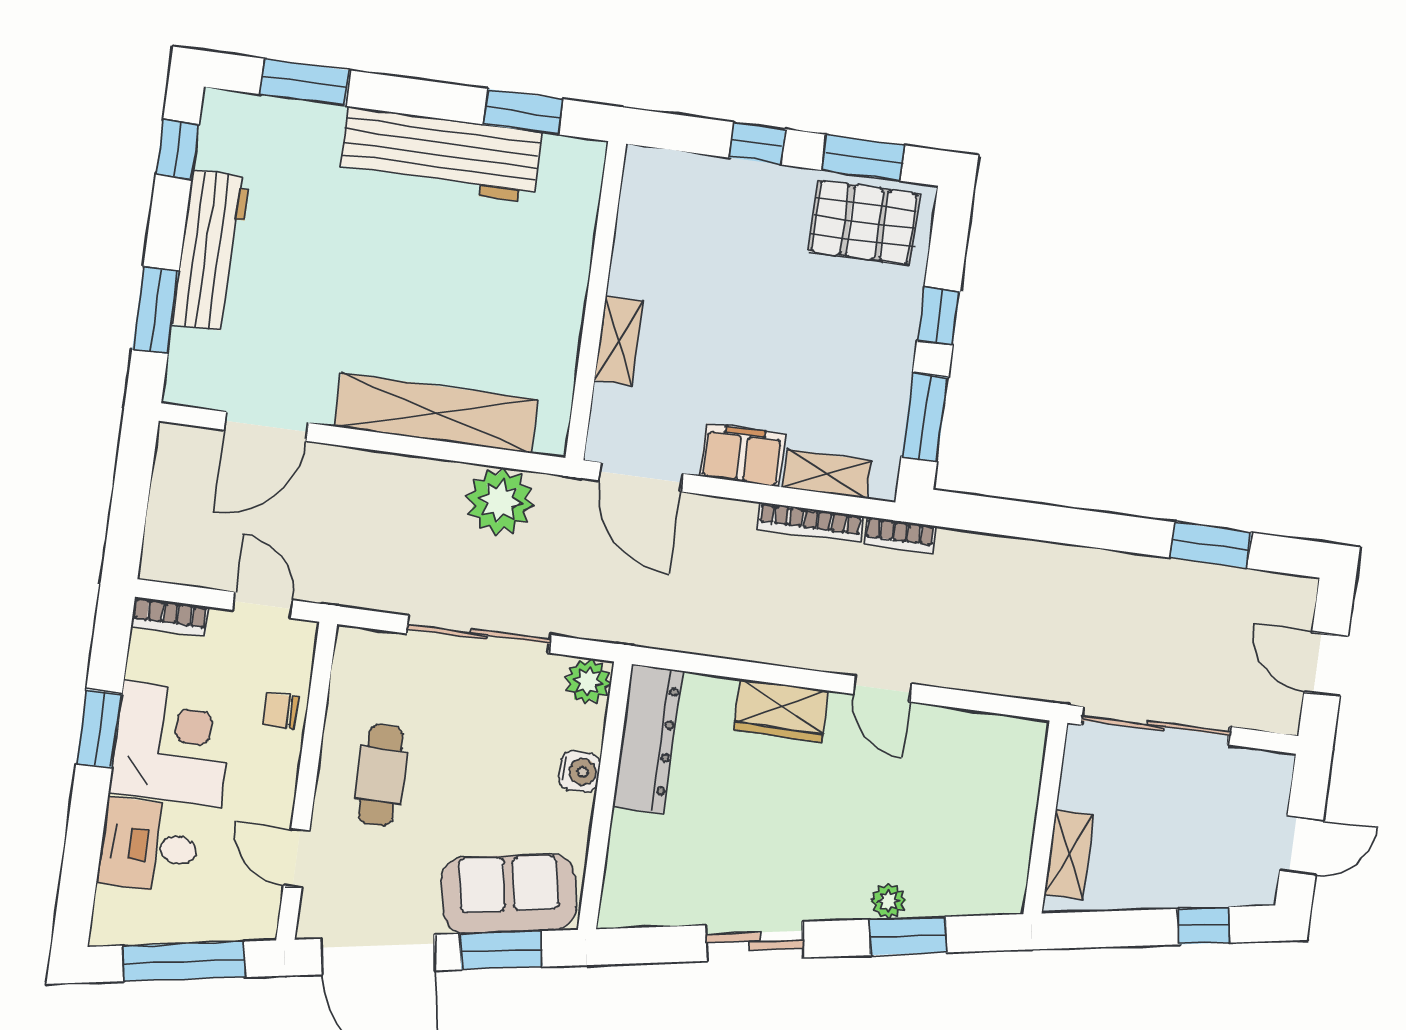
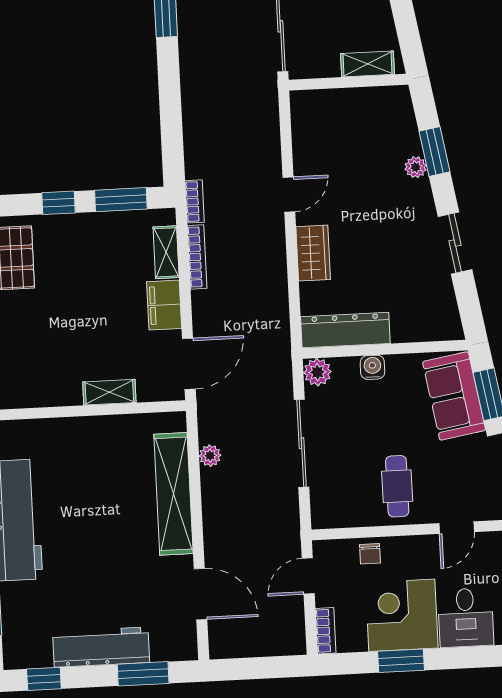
plant: (500, 501) -> (210, 456), width x0.53, depth x0.53
cafe table: (381, 775) -> (397, 486), turned 90

